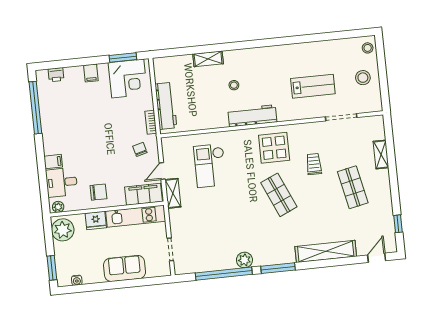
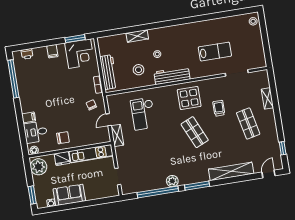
stool: (363, 78) -> (139, 70), moved
filing cabinet: (144, 194) -> (96, 137), removed
sofa: (125, 268) -> (69, 195), moved

